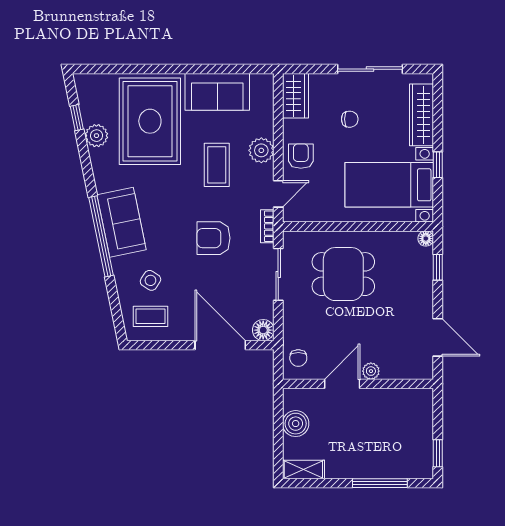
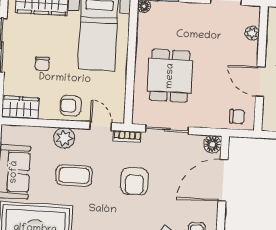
chair: (350, 119) -> (42, 64), turned 180
plant: (371, 371) -> (252, 33), moved

